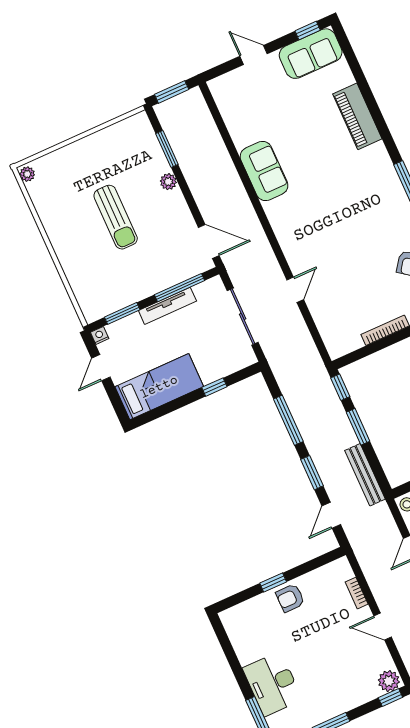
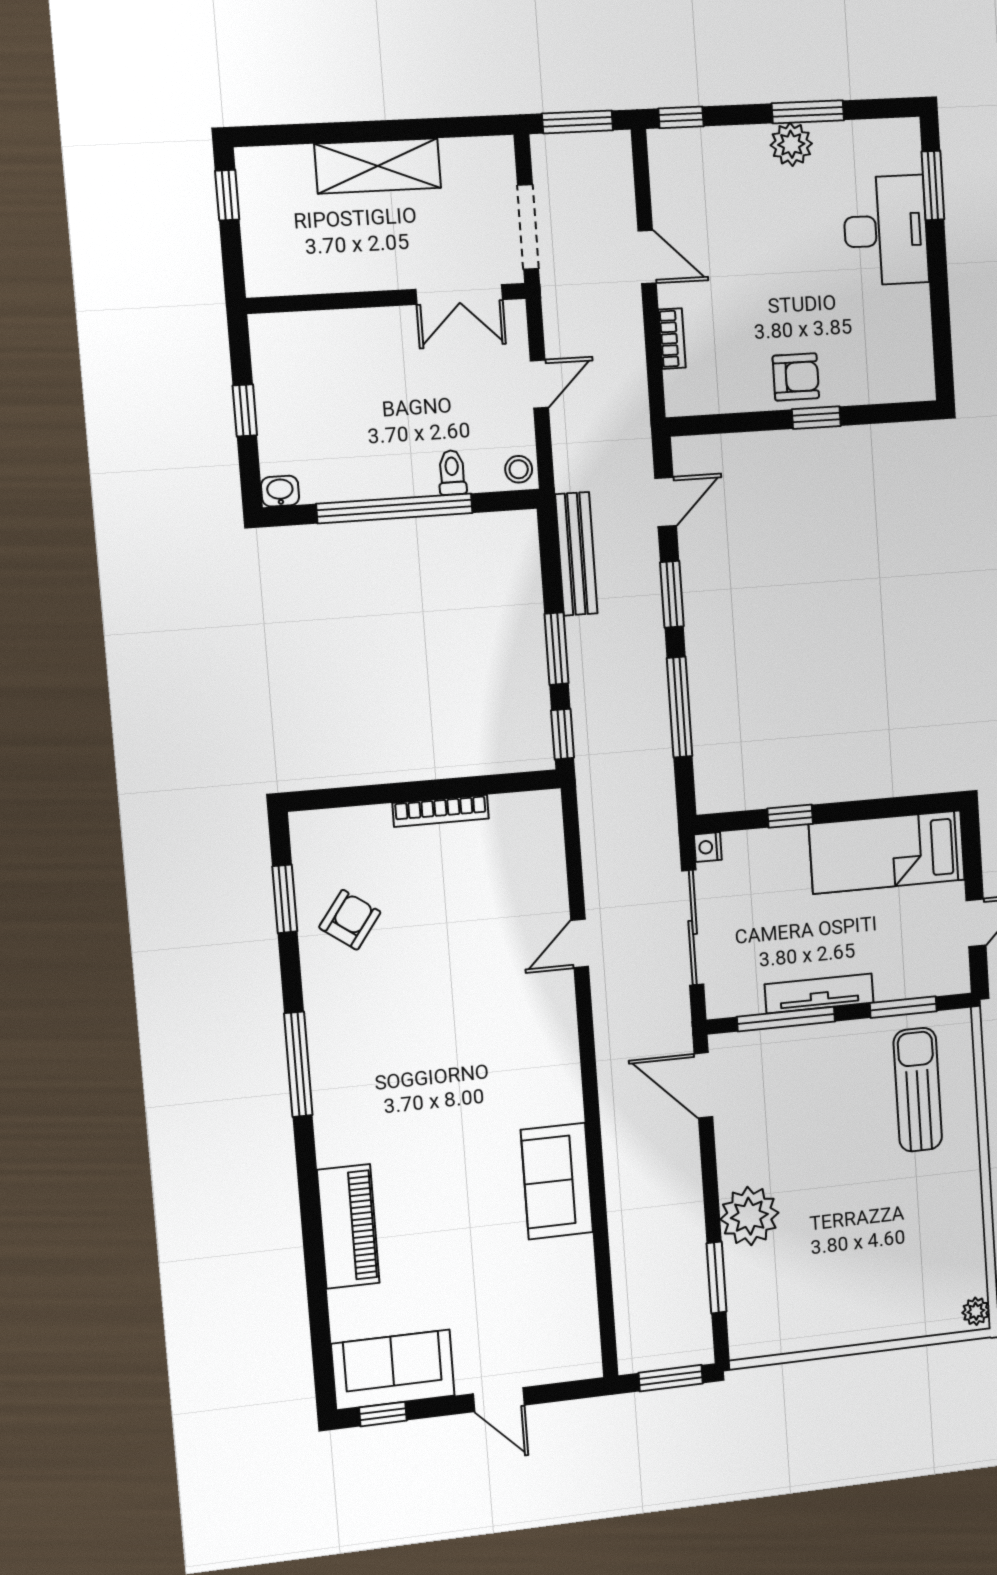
plant: (168, 182) -> (749, 1216), width x1.87, depth x1.87
sun lounger: (116, 217) -> (918, 1090), moved
nightstand: (100, 335) -> (708, 847), moved, turned 90
plant: (389, 681) -> (791, 144), moved

